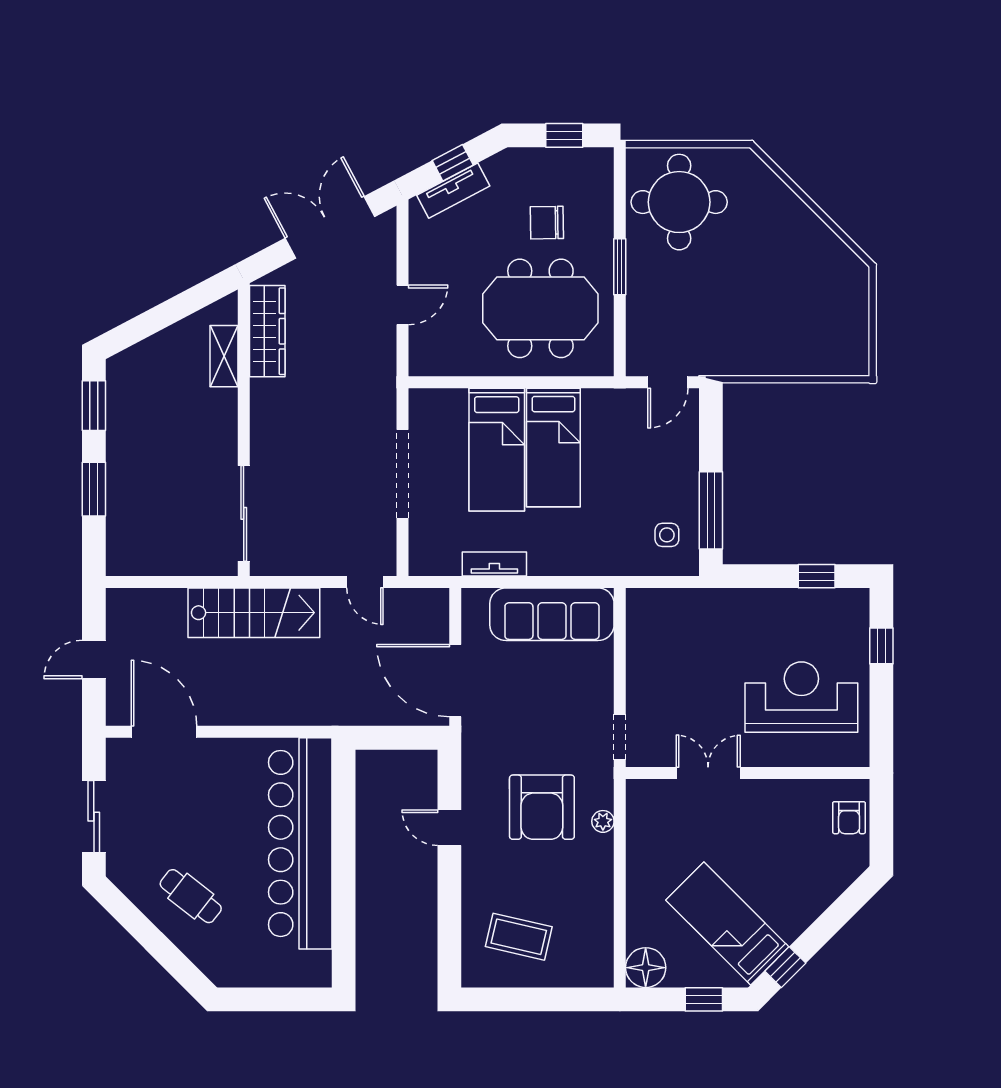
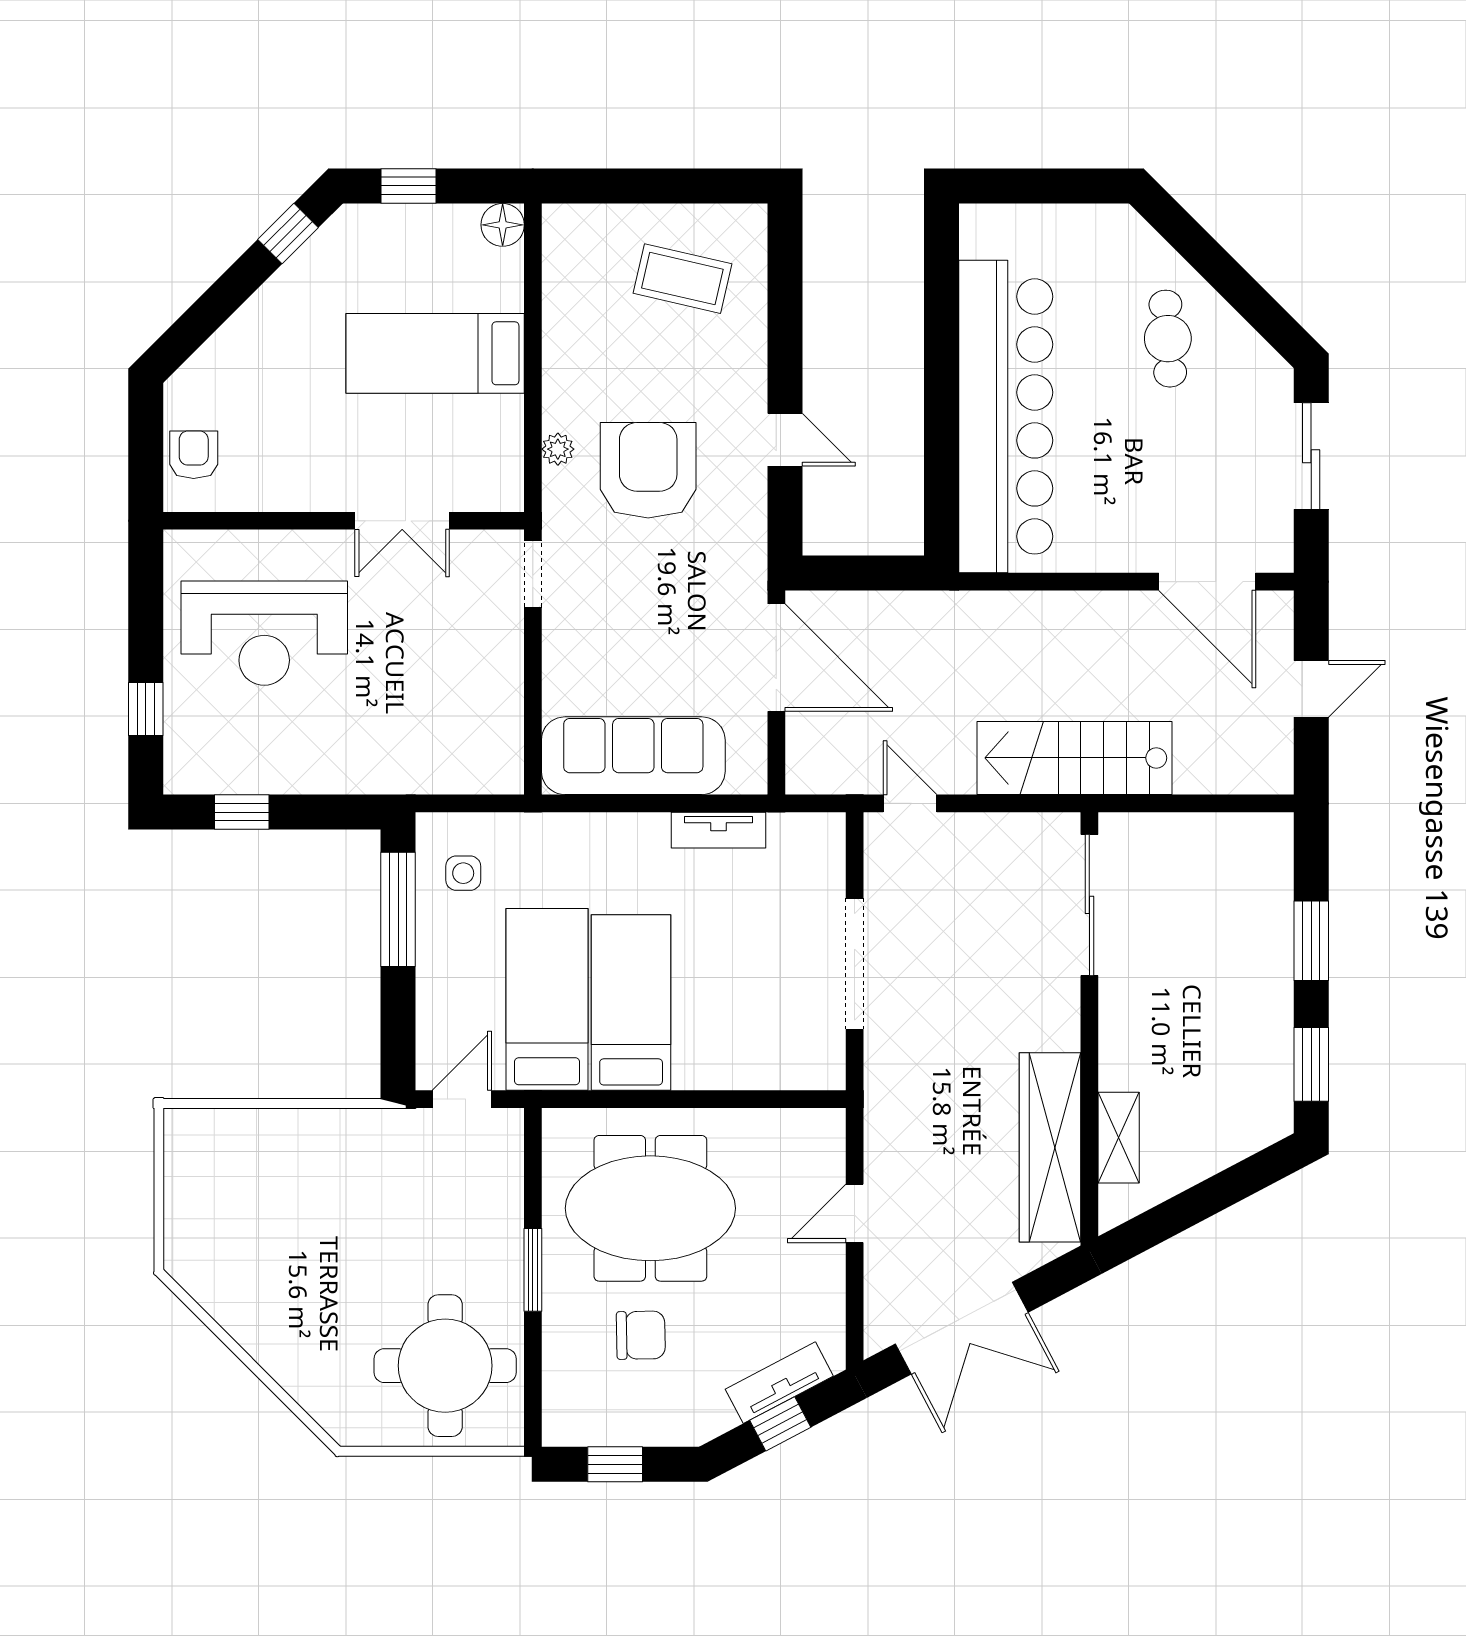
wardrobe: (267, 331) -> (1050, 1147), width x1.40, depth x1.17
bed: (497, 450) -> (547, 999), moved
cafe table: (191, 896) -> (1168, 339), turned 48
bed: (727, 923) -> (435, 353), moved, turned 135
floor lamp: (646, 968) -> (503, 225), width x0.73, depth x0.73

